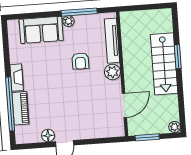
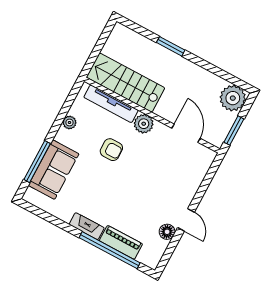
window: (79, 12) -> (37, 162), moved
plant: (69, 21) -> (70, 122), moved
stairs: (164, 64) -> (126, 83), moved, turned 180
plant: (175, 127) -> (233, 98), width x1.87, depth x1.87

